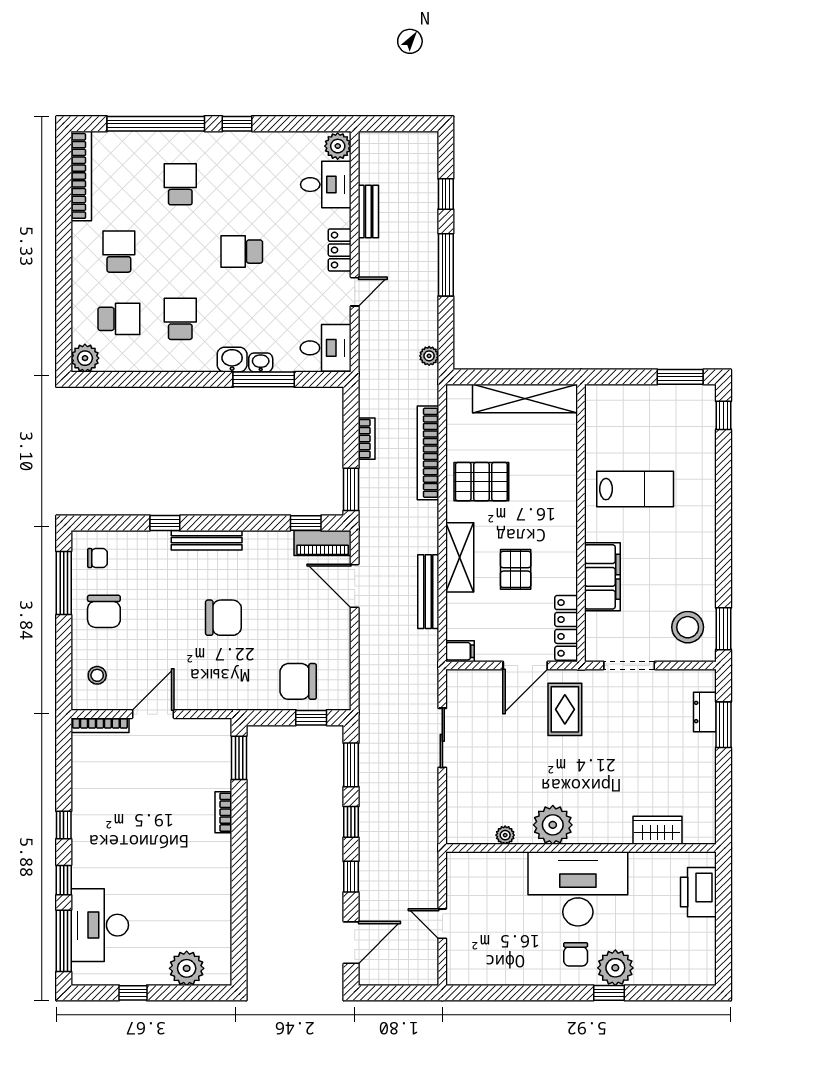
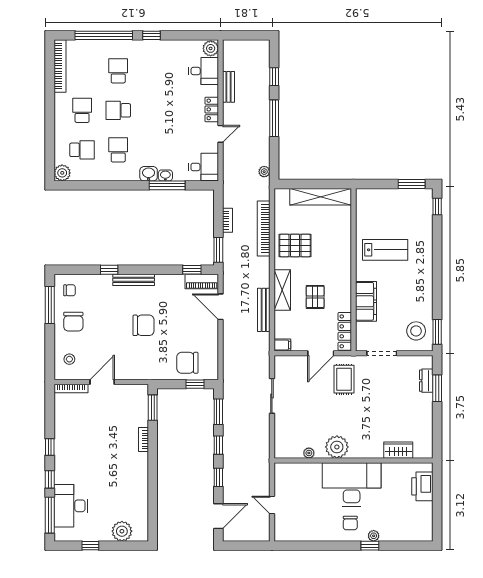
school desk: (242, 252) -> (118, 110), moved
plant: (615, 968) -> (374, 536), width x0.53, depth x0.53

